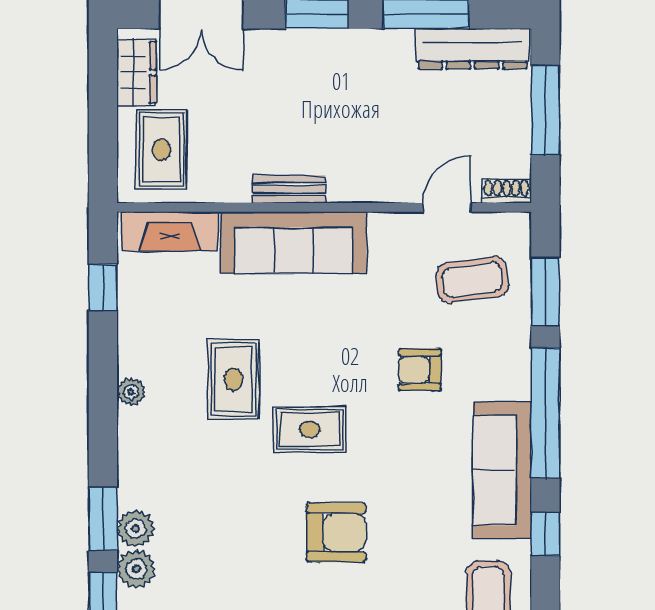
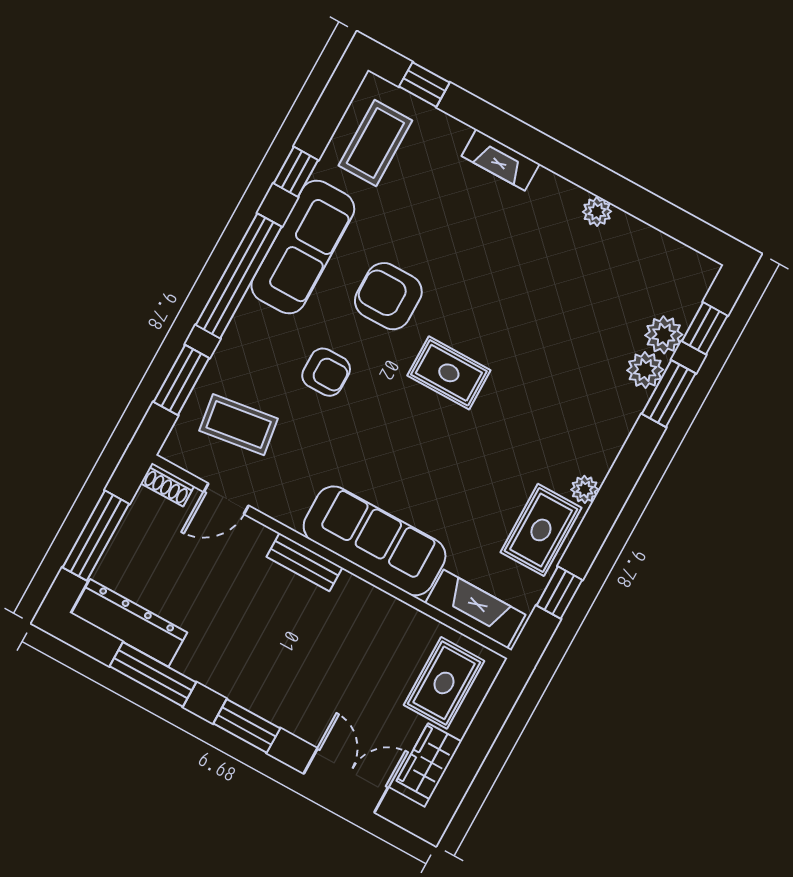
bench: (289, 189) -> (305, 562), moved
rug: (233, 379) -> (541, 530), moved
armchair: (336, 532) -> (388, 296), moved

